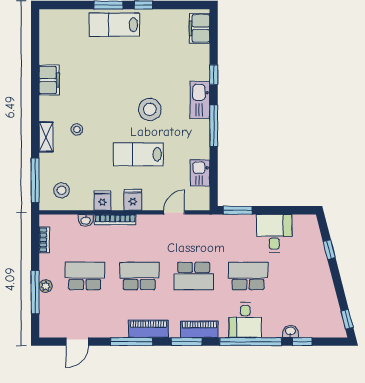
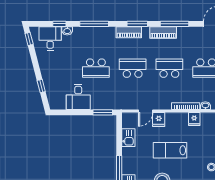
lab bench: (138, 154) -> (170, 150), turned 180
fridge: (133, 200) -> (159, 120), moved
school desk: (139, 276) -> (169, 68), turned 180
desk: (245, 320) -> (50, 38), moved
window: (251, 342) -> (94, 24), width x0.68

